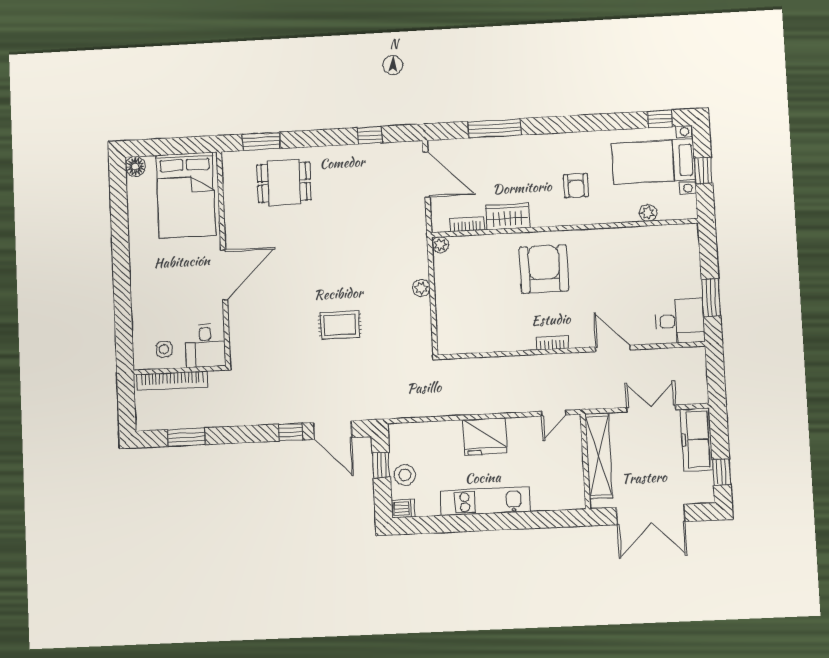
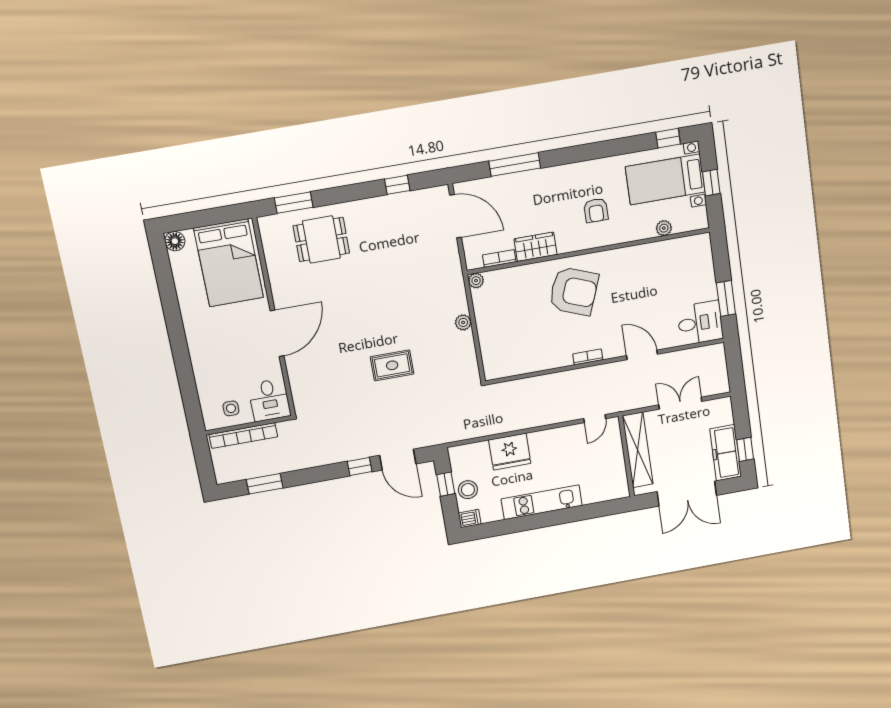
armchair: (544, 269) -> (574, 291), turned 111
fridge: (485, 436) -> (510, 452), moved
freezer: (697, 439) -> (726, 453), moved

